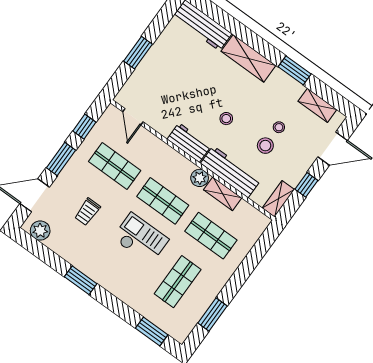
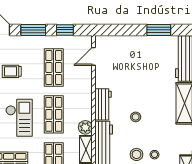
window: (138, 53) -> (159, 30), moved

